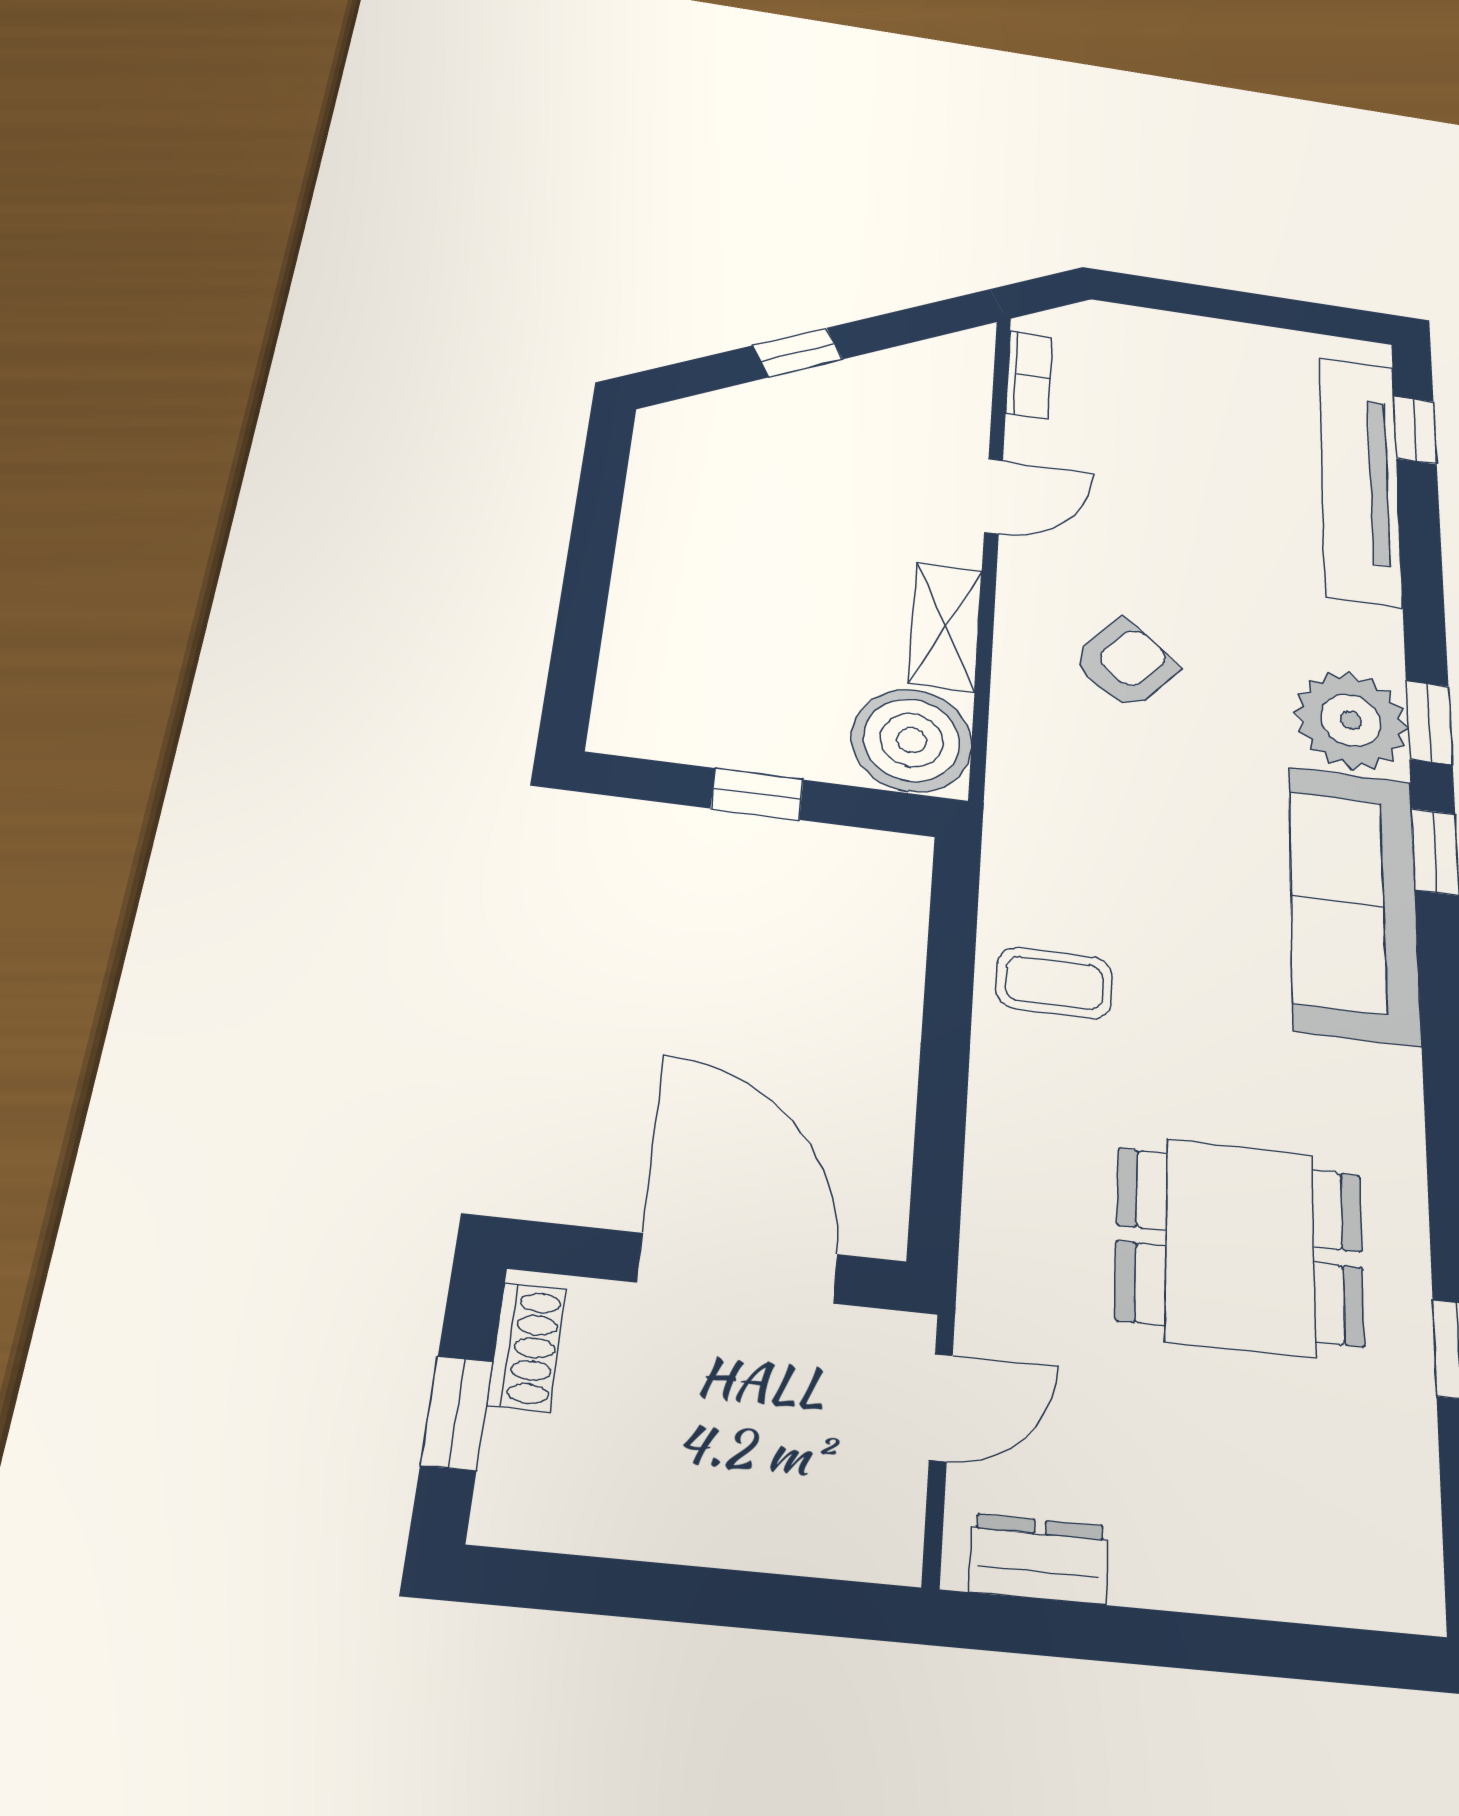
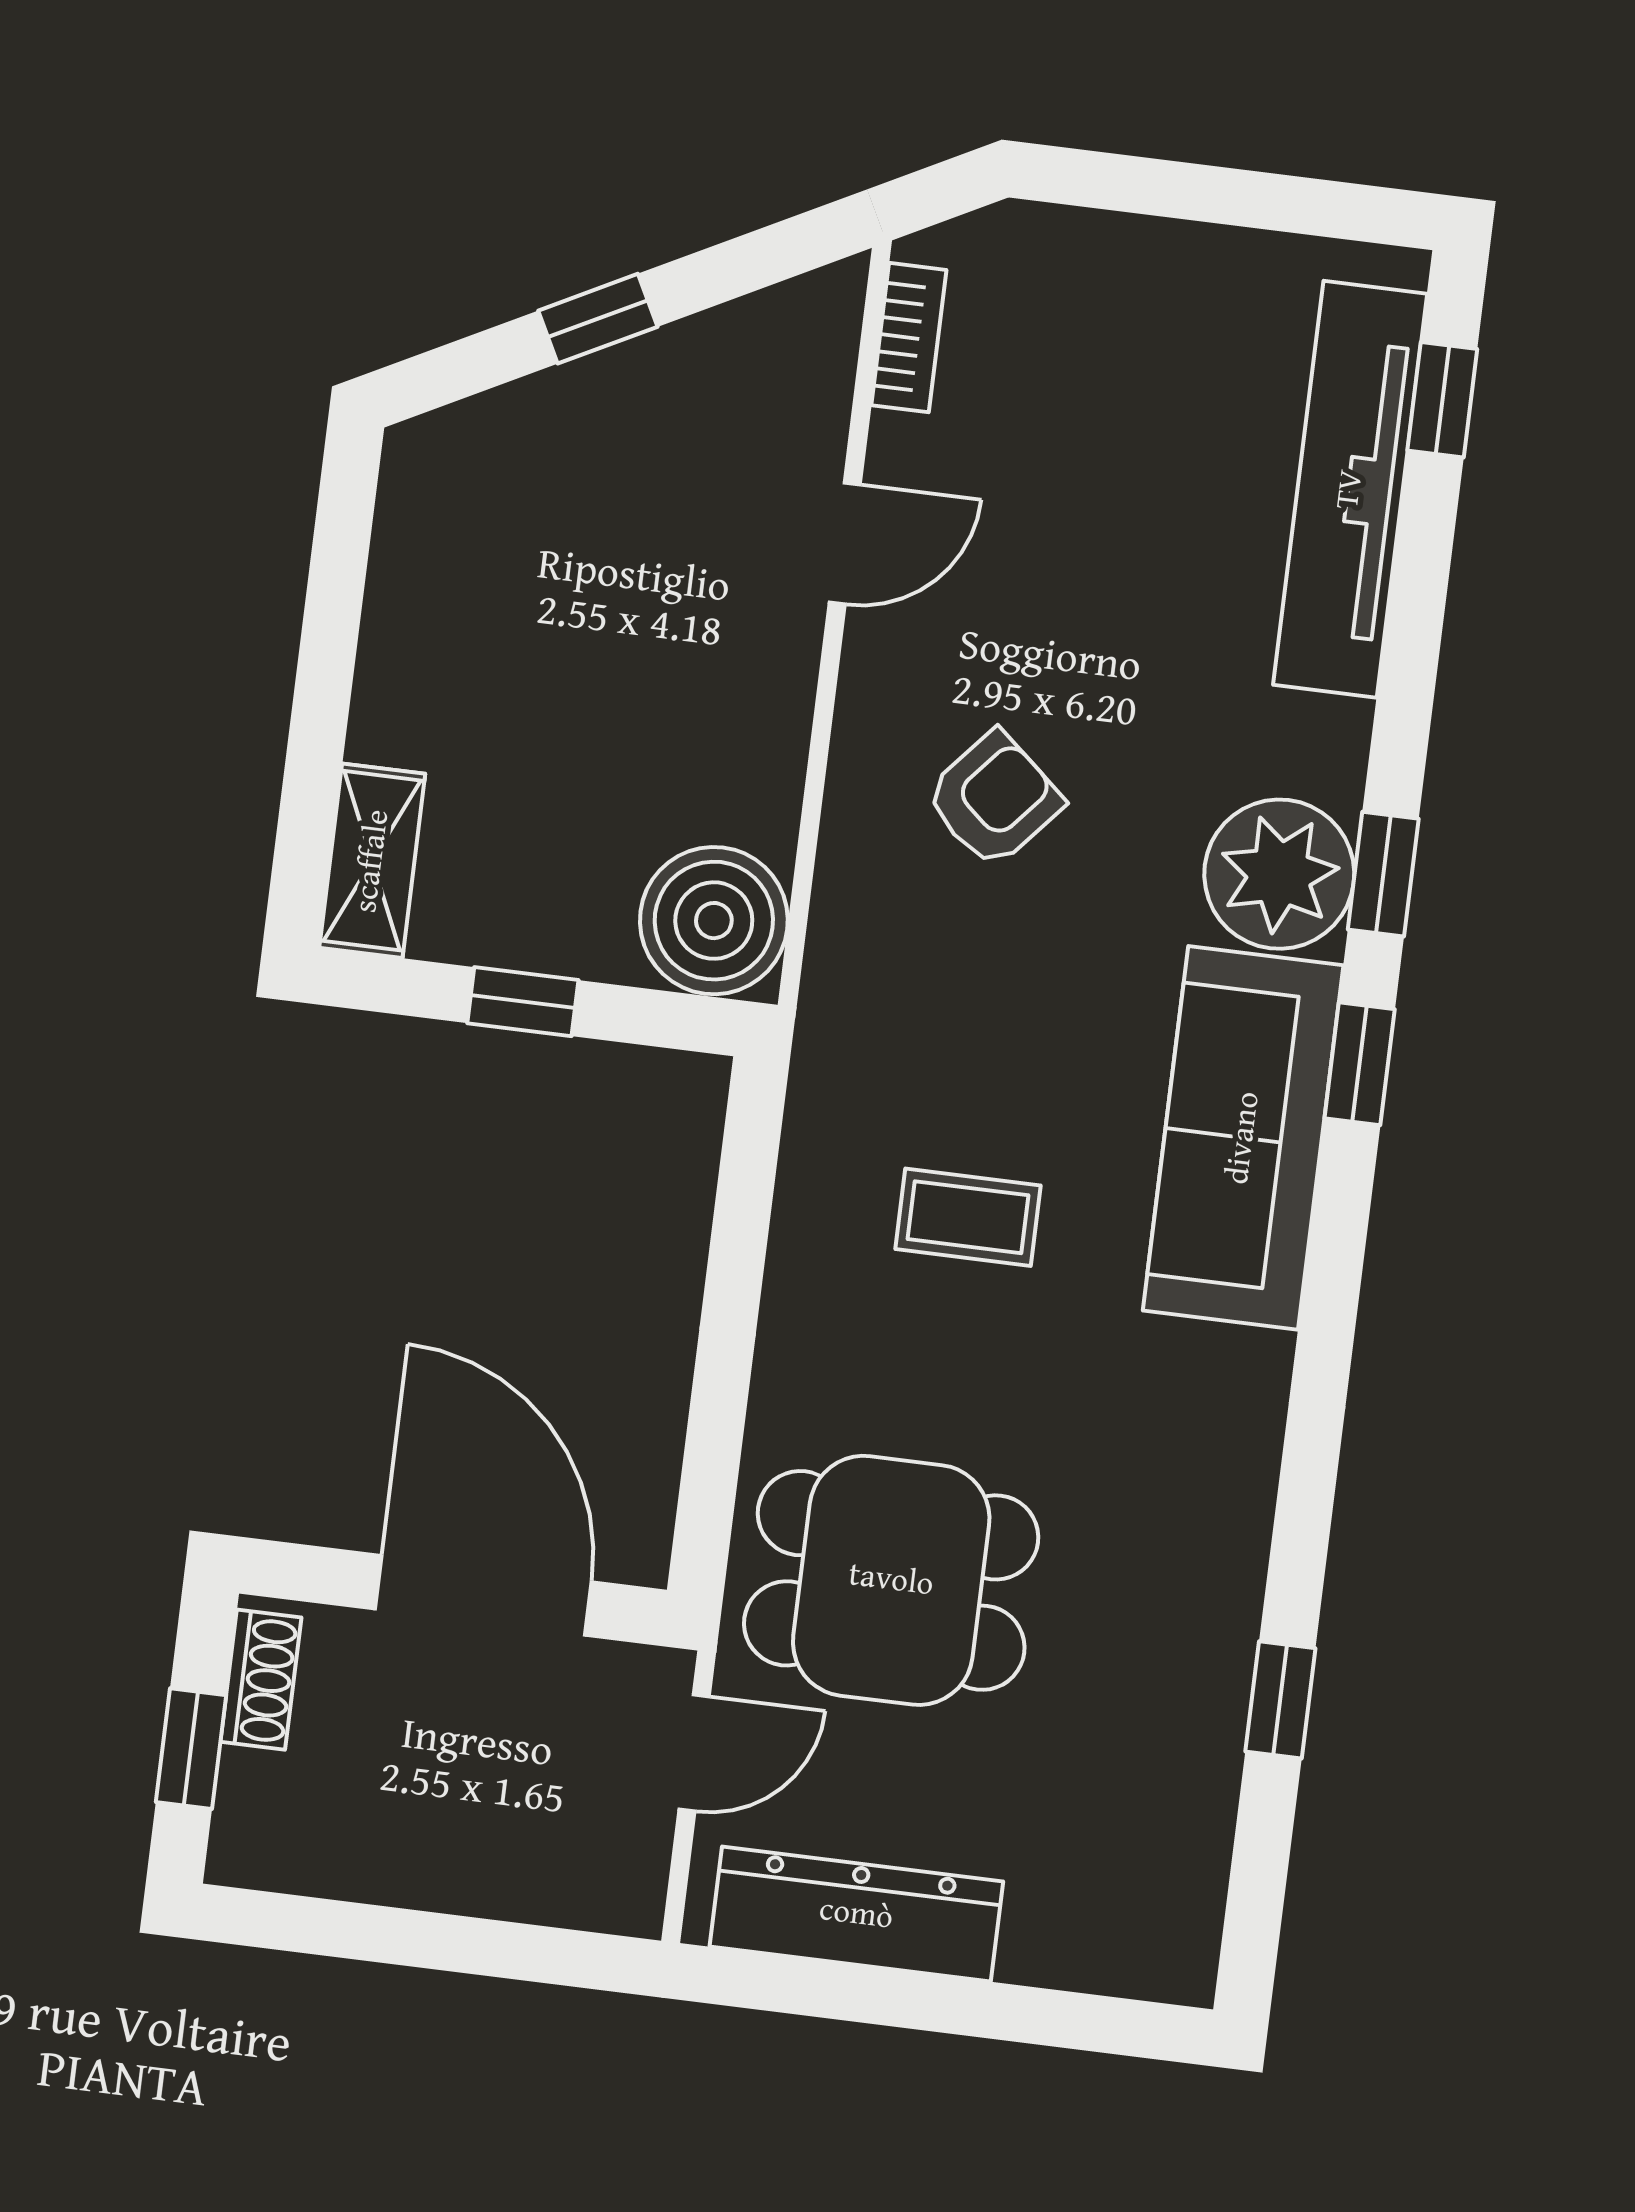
shelving: (945, 627) -> (372, 861), moved
coffee table: (1054, 983) -> (968, 1217), moved
dining table: (1240, 1246) -> (891, 1580), moved
dresser: (1039, 1559) -> (856, 1914), width x1.96, depth x1.24

